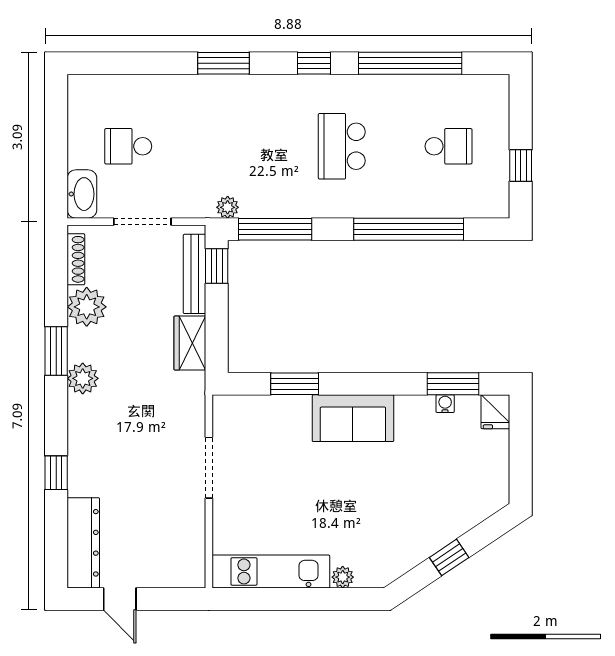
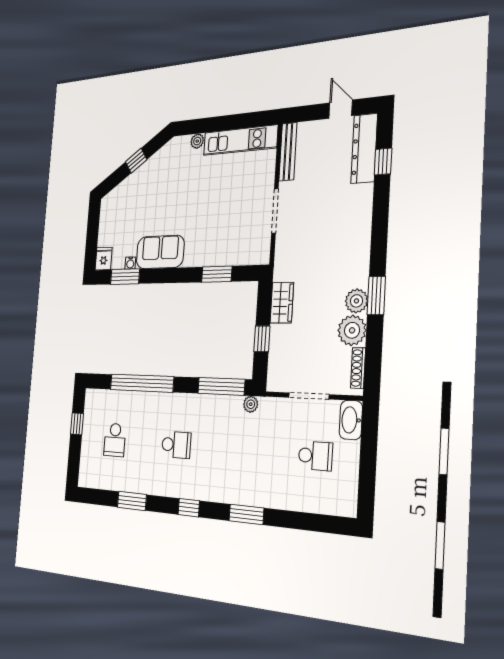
window: (410, 63) -> (132, 501), width x0.47
school desk: (342, 146) -> (176, 445), width x0.54
school desk: (449, 146) -> (115, 440), turned -90
window: (217, 266) -> (262, 339), moved
bench: (195, 274) -> (288, 152), moved
plant: (83, 378) -> (356, 301), moved
sofa: (353, 418) -> (160, 252), moved
window: (56, 473) -> (383, 162), moved

